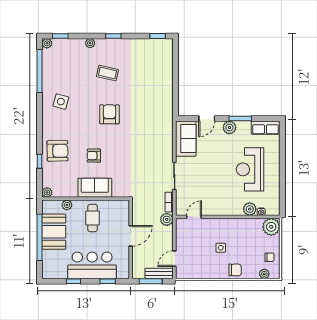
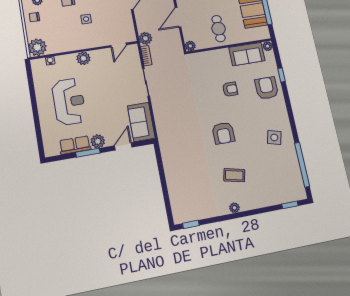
window: (113, 36) -> (236, 215), removed
plant: (47, 43) -> (301, 194), removed
plant: (90, 43) -> (234, 208), moved
row of seats: (265, 128) -> (75, 145), moved
armchair: (57, 151) -> (267, 88), turned 91
sofa: (95, 188) -> (247, 54), moved
plant: (67, 205) -> (190, 46), moved
plant: (250, 209) -> (83, 58), moved

